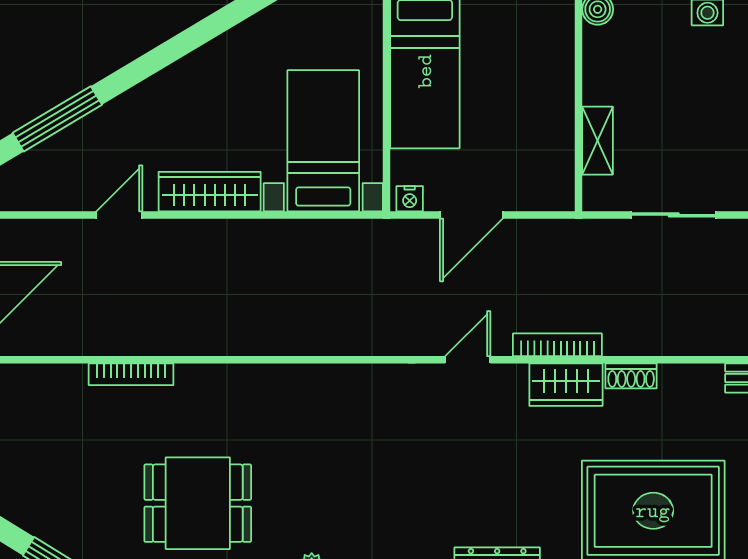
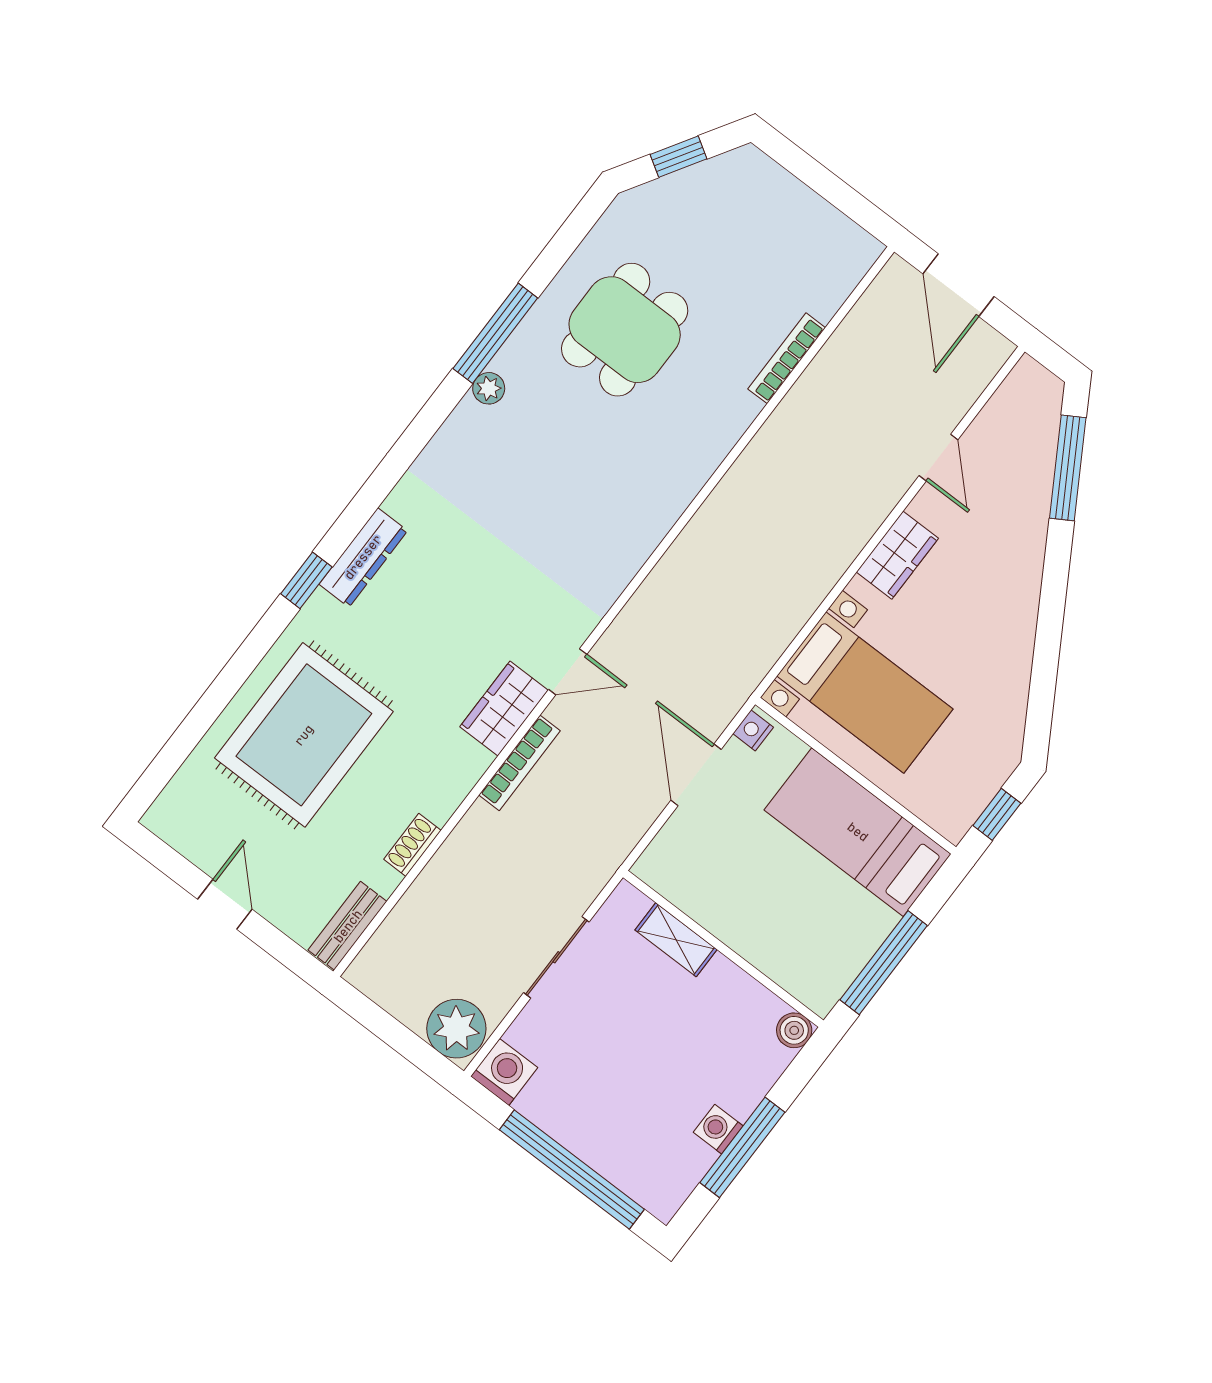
wardrobe: (210, 192) -> (897, 555), width x0.67
door: (468, 360) -> (568, 672), hinge flipped
shoe rack: (631, 376) -> (412, 845), moved
wardrobe: (566, 385) -> (504, 709), moved

